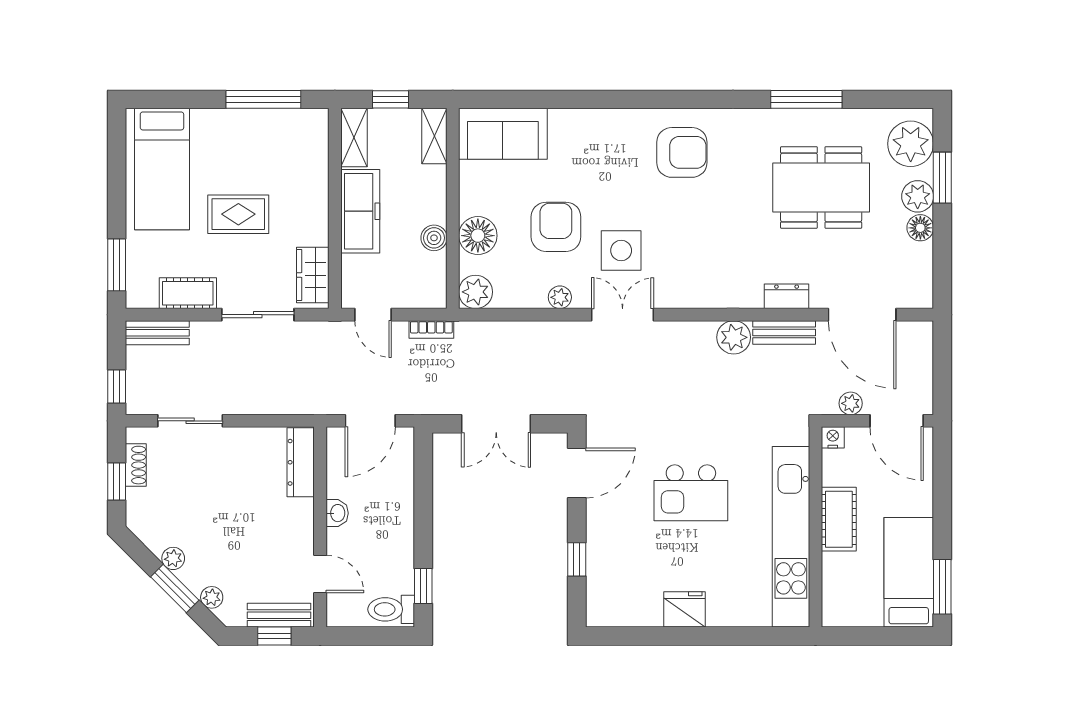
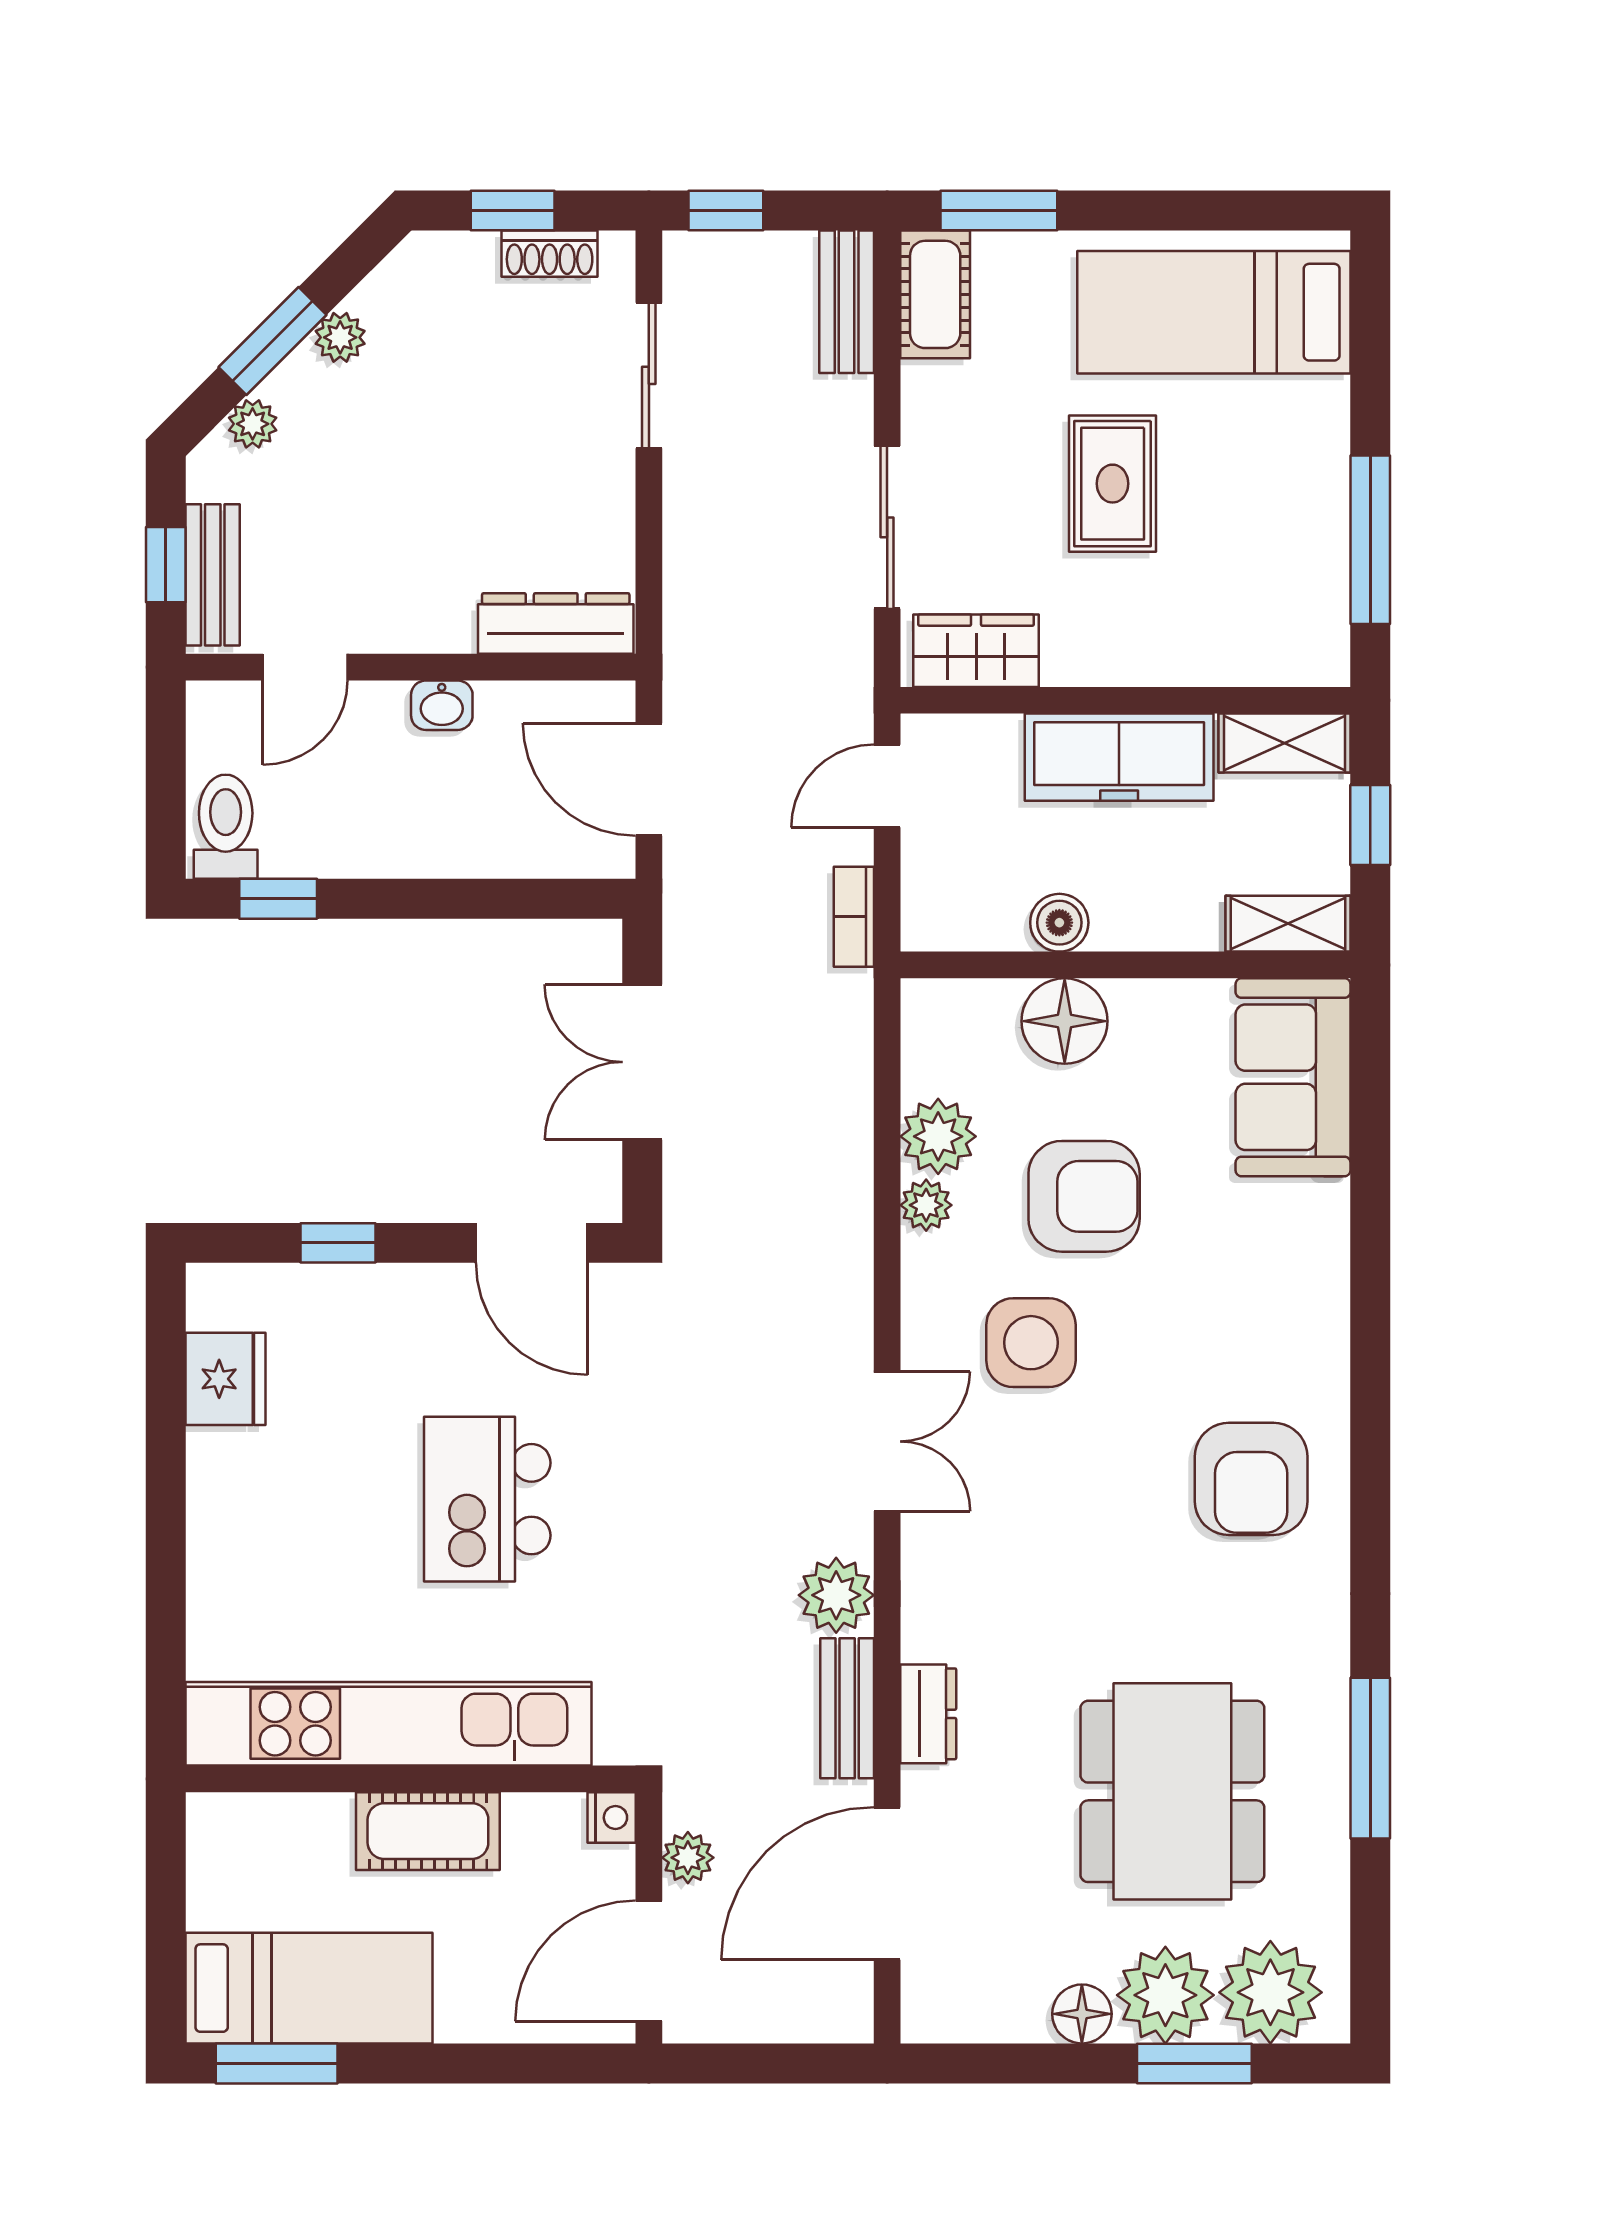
plant: (918, 196) -> (1165, 1995), width x1.36, depth x1.36
plant: (476, 292) -> (938, 1136), moved
cot: (188, 293) -> (935, 294), moved
double door: (623, 315) -> (887, 1441), moved
fridge: (685, 609) -> (226, 1379), moved

